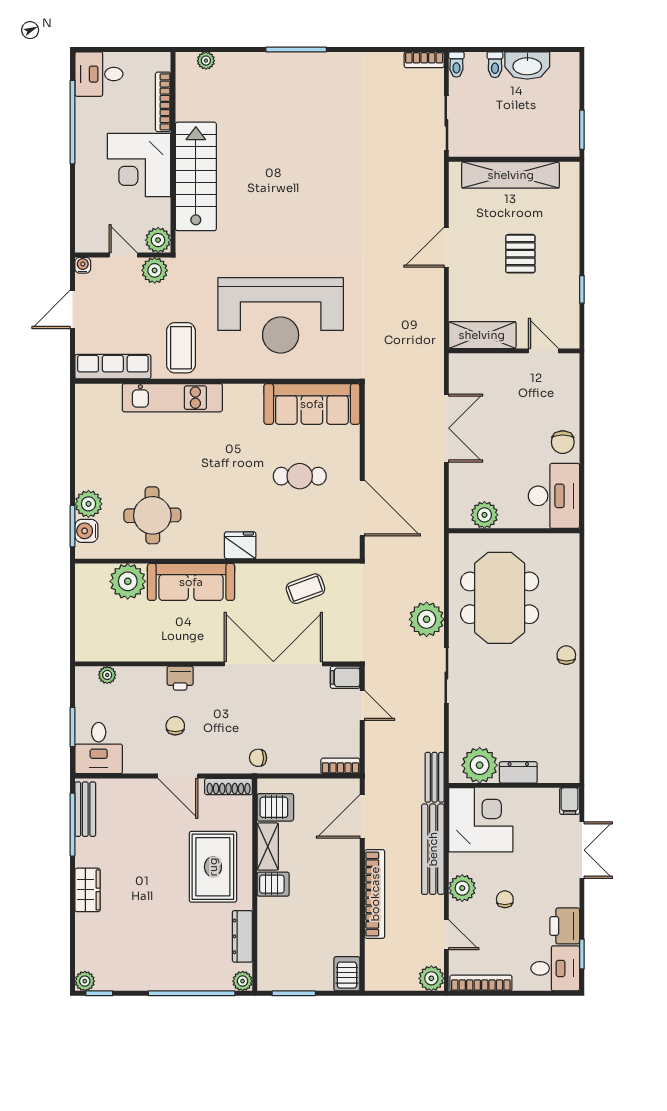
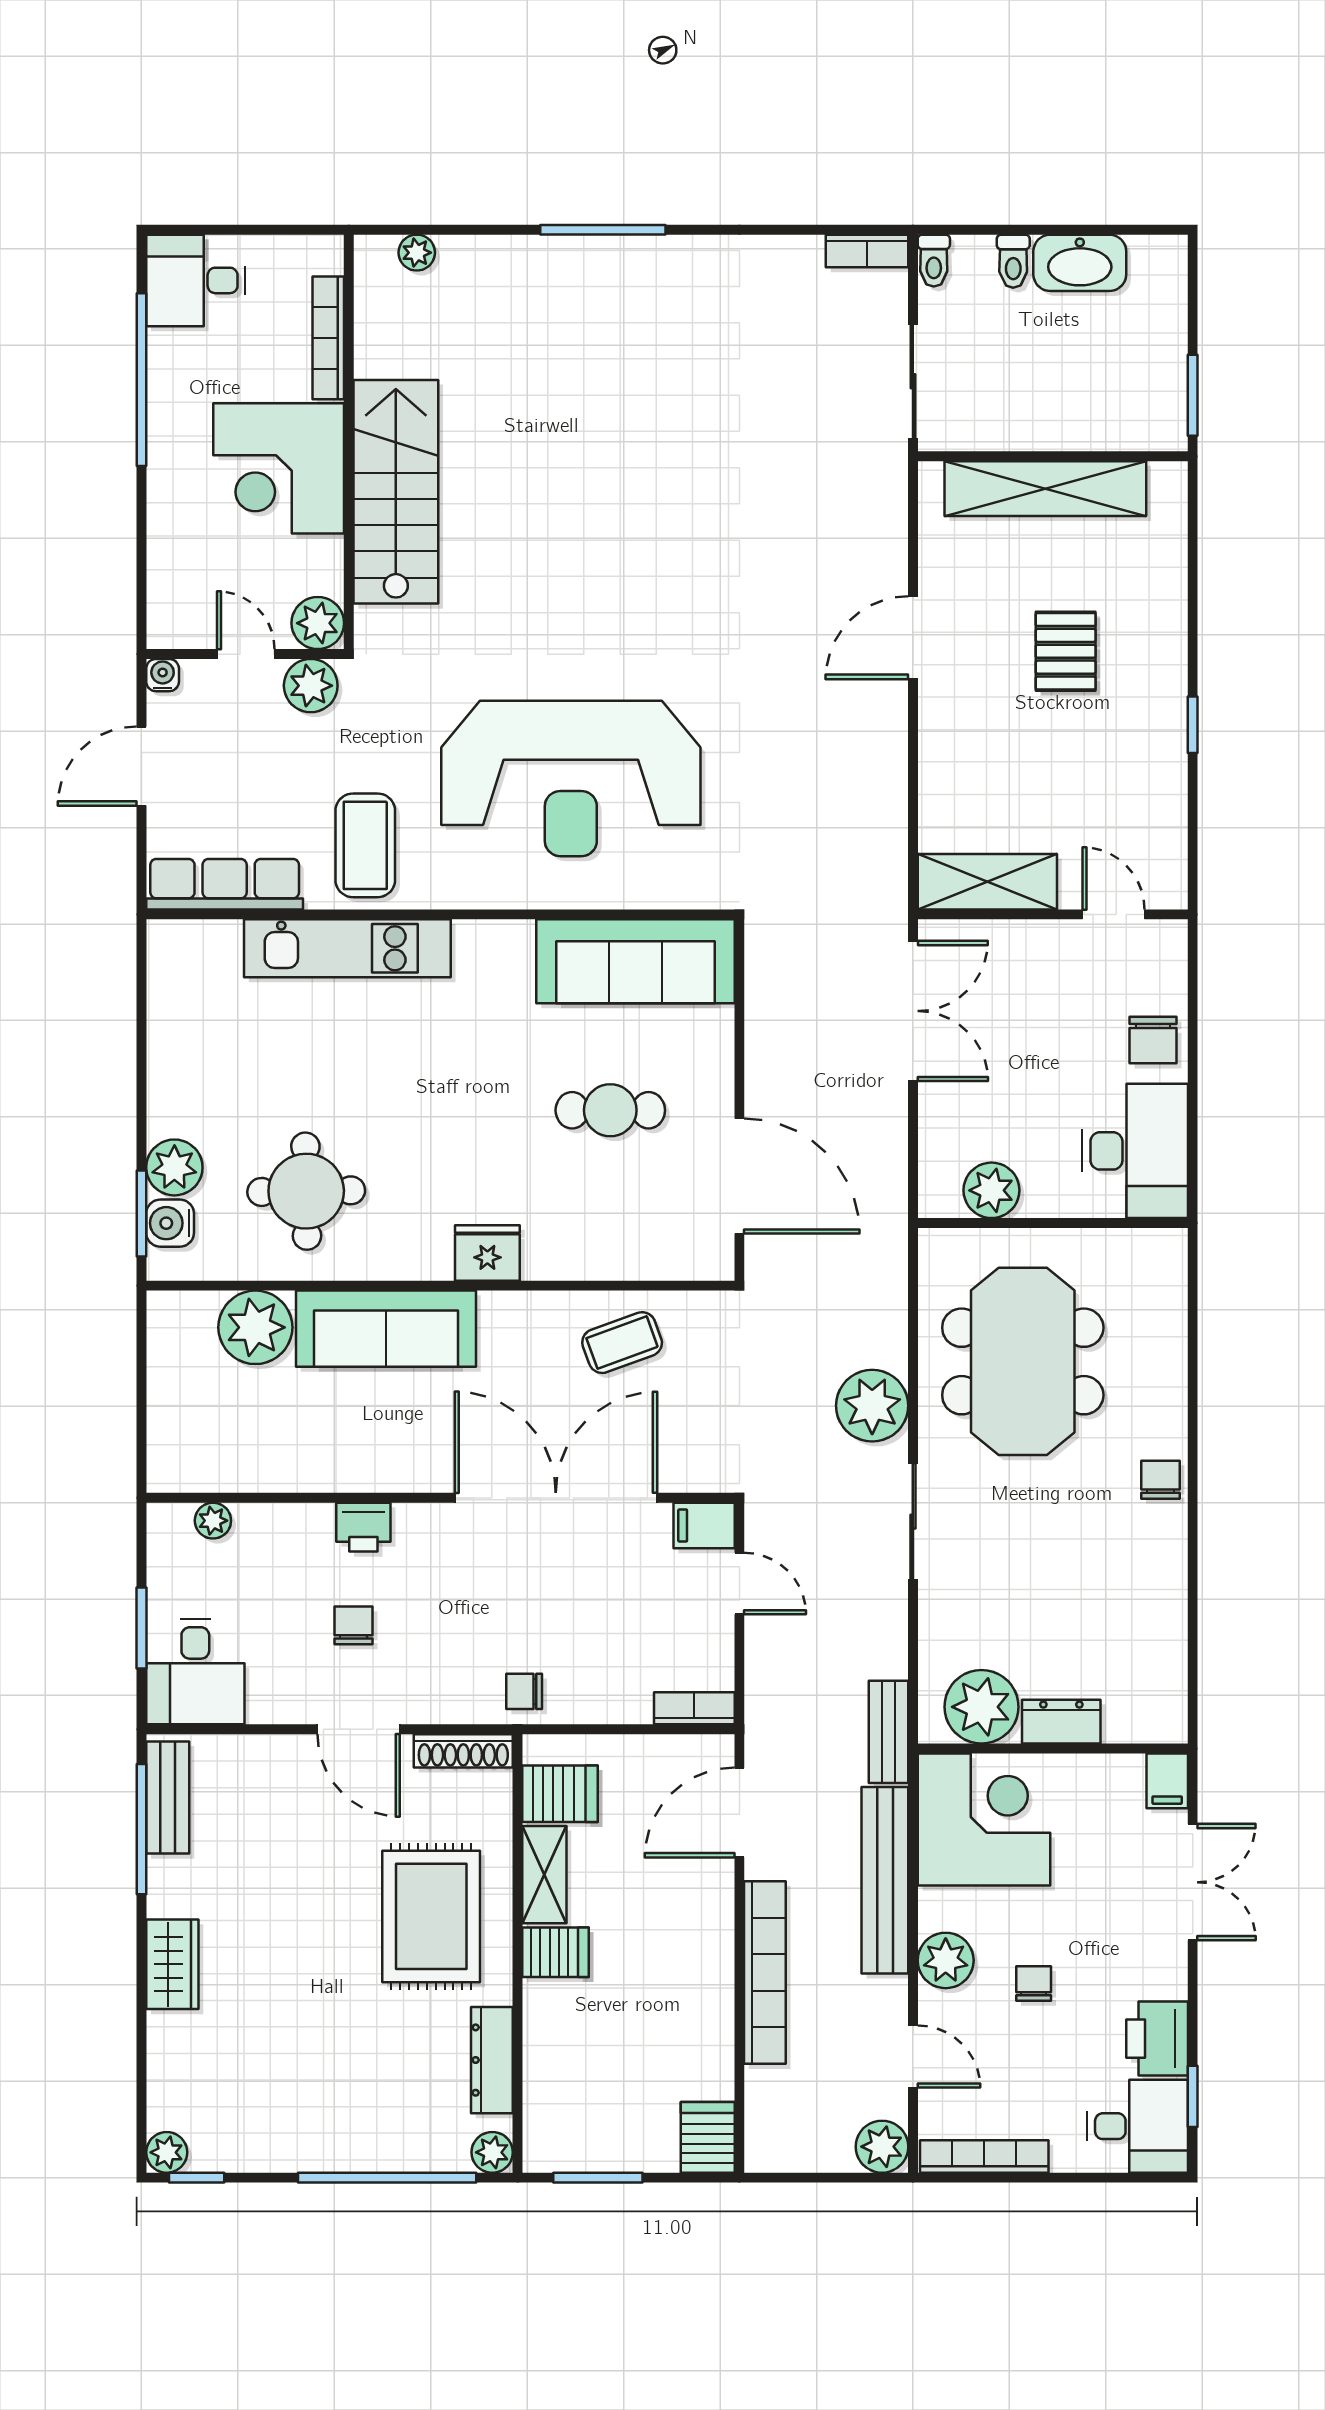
shelving: (482, 335) -> (987, 882), moved
wall: (514, 351) -> (1053, 914), moved
door: (544, 351) -> (1113, 914), moved

